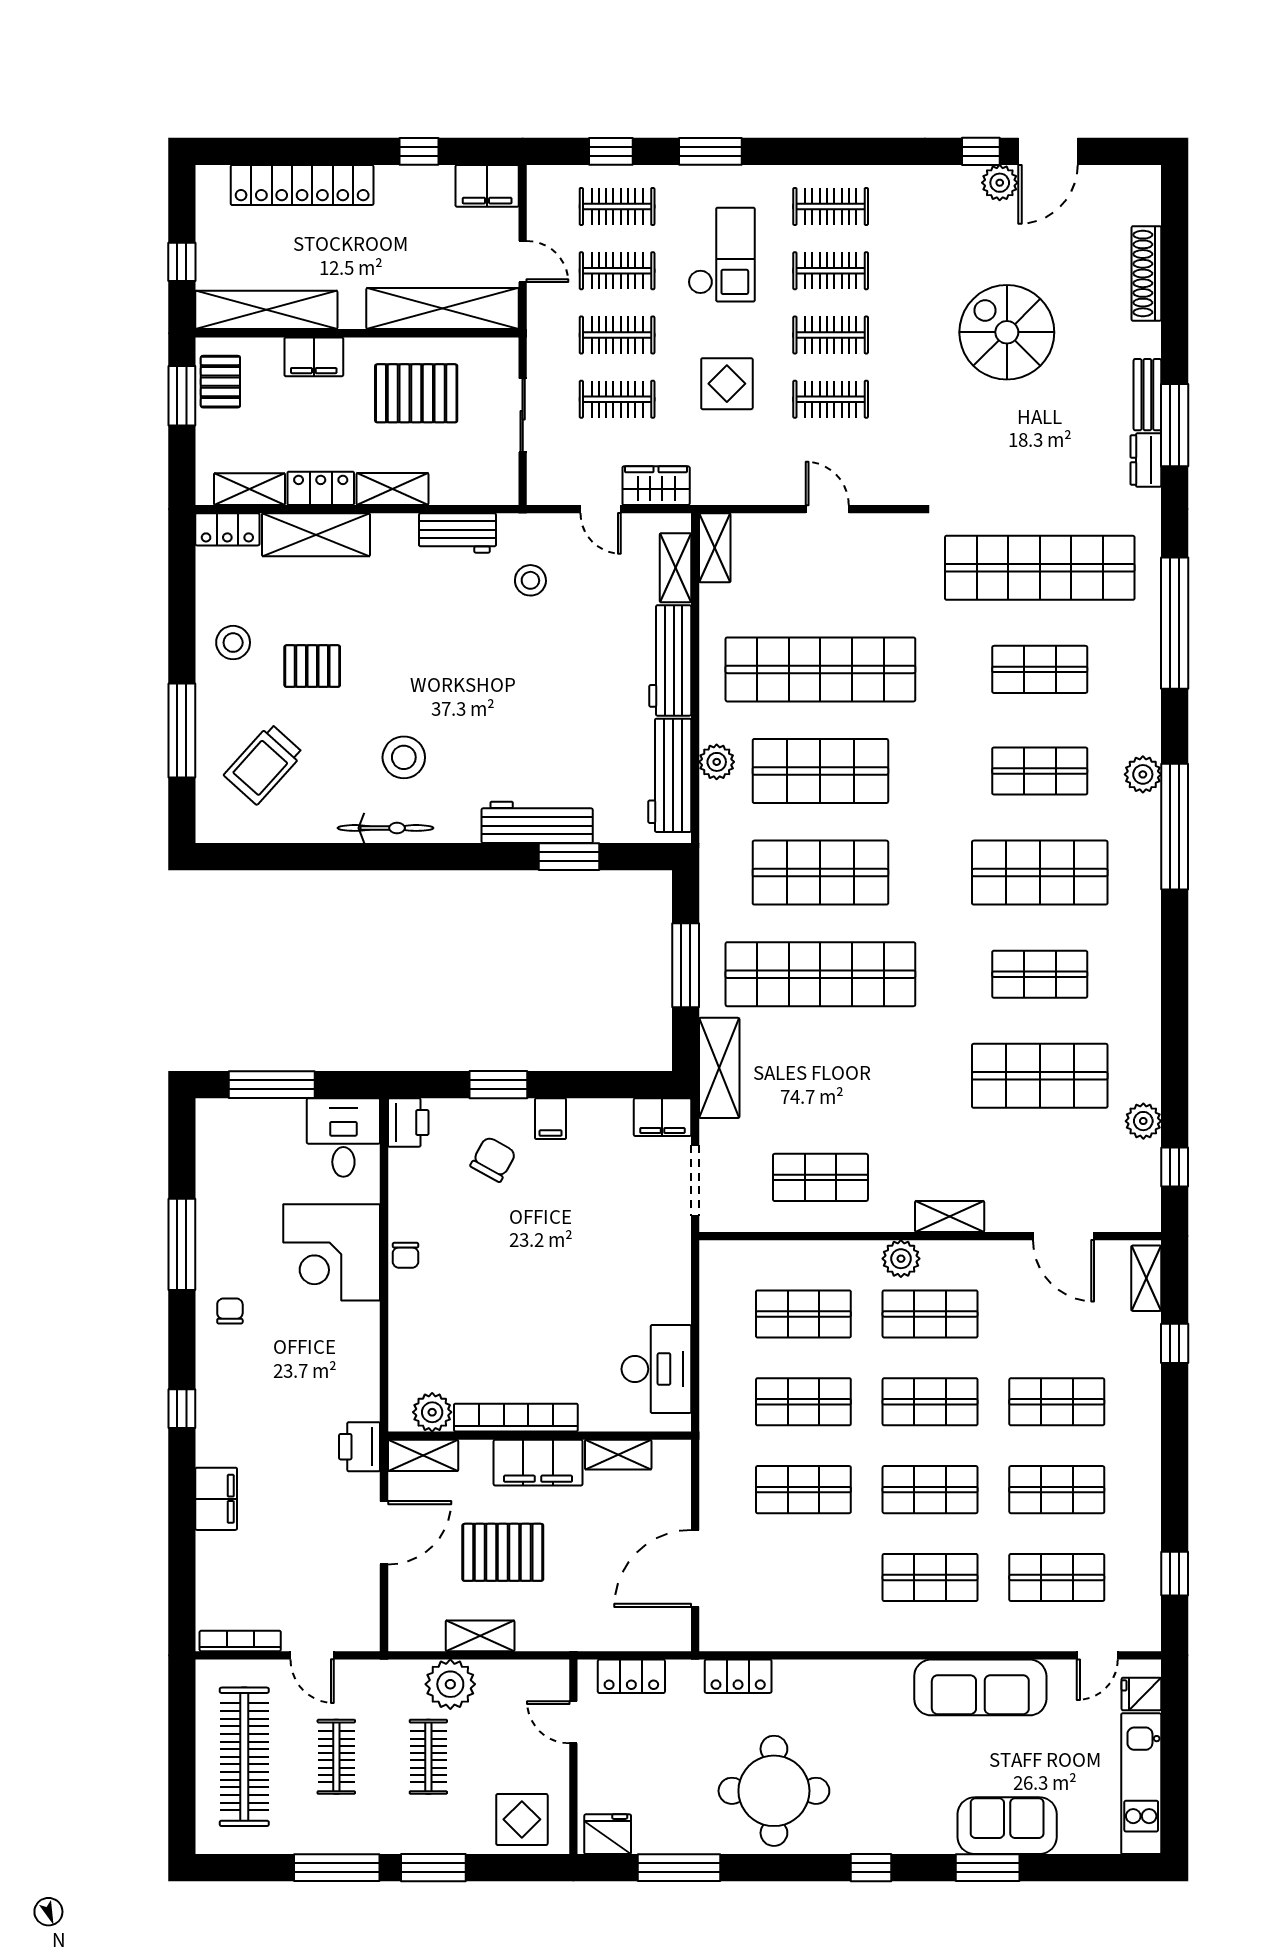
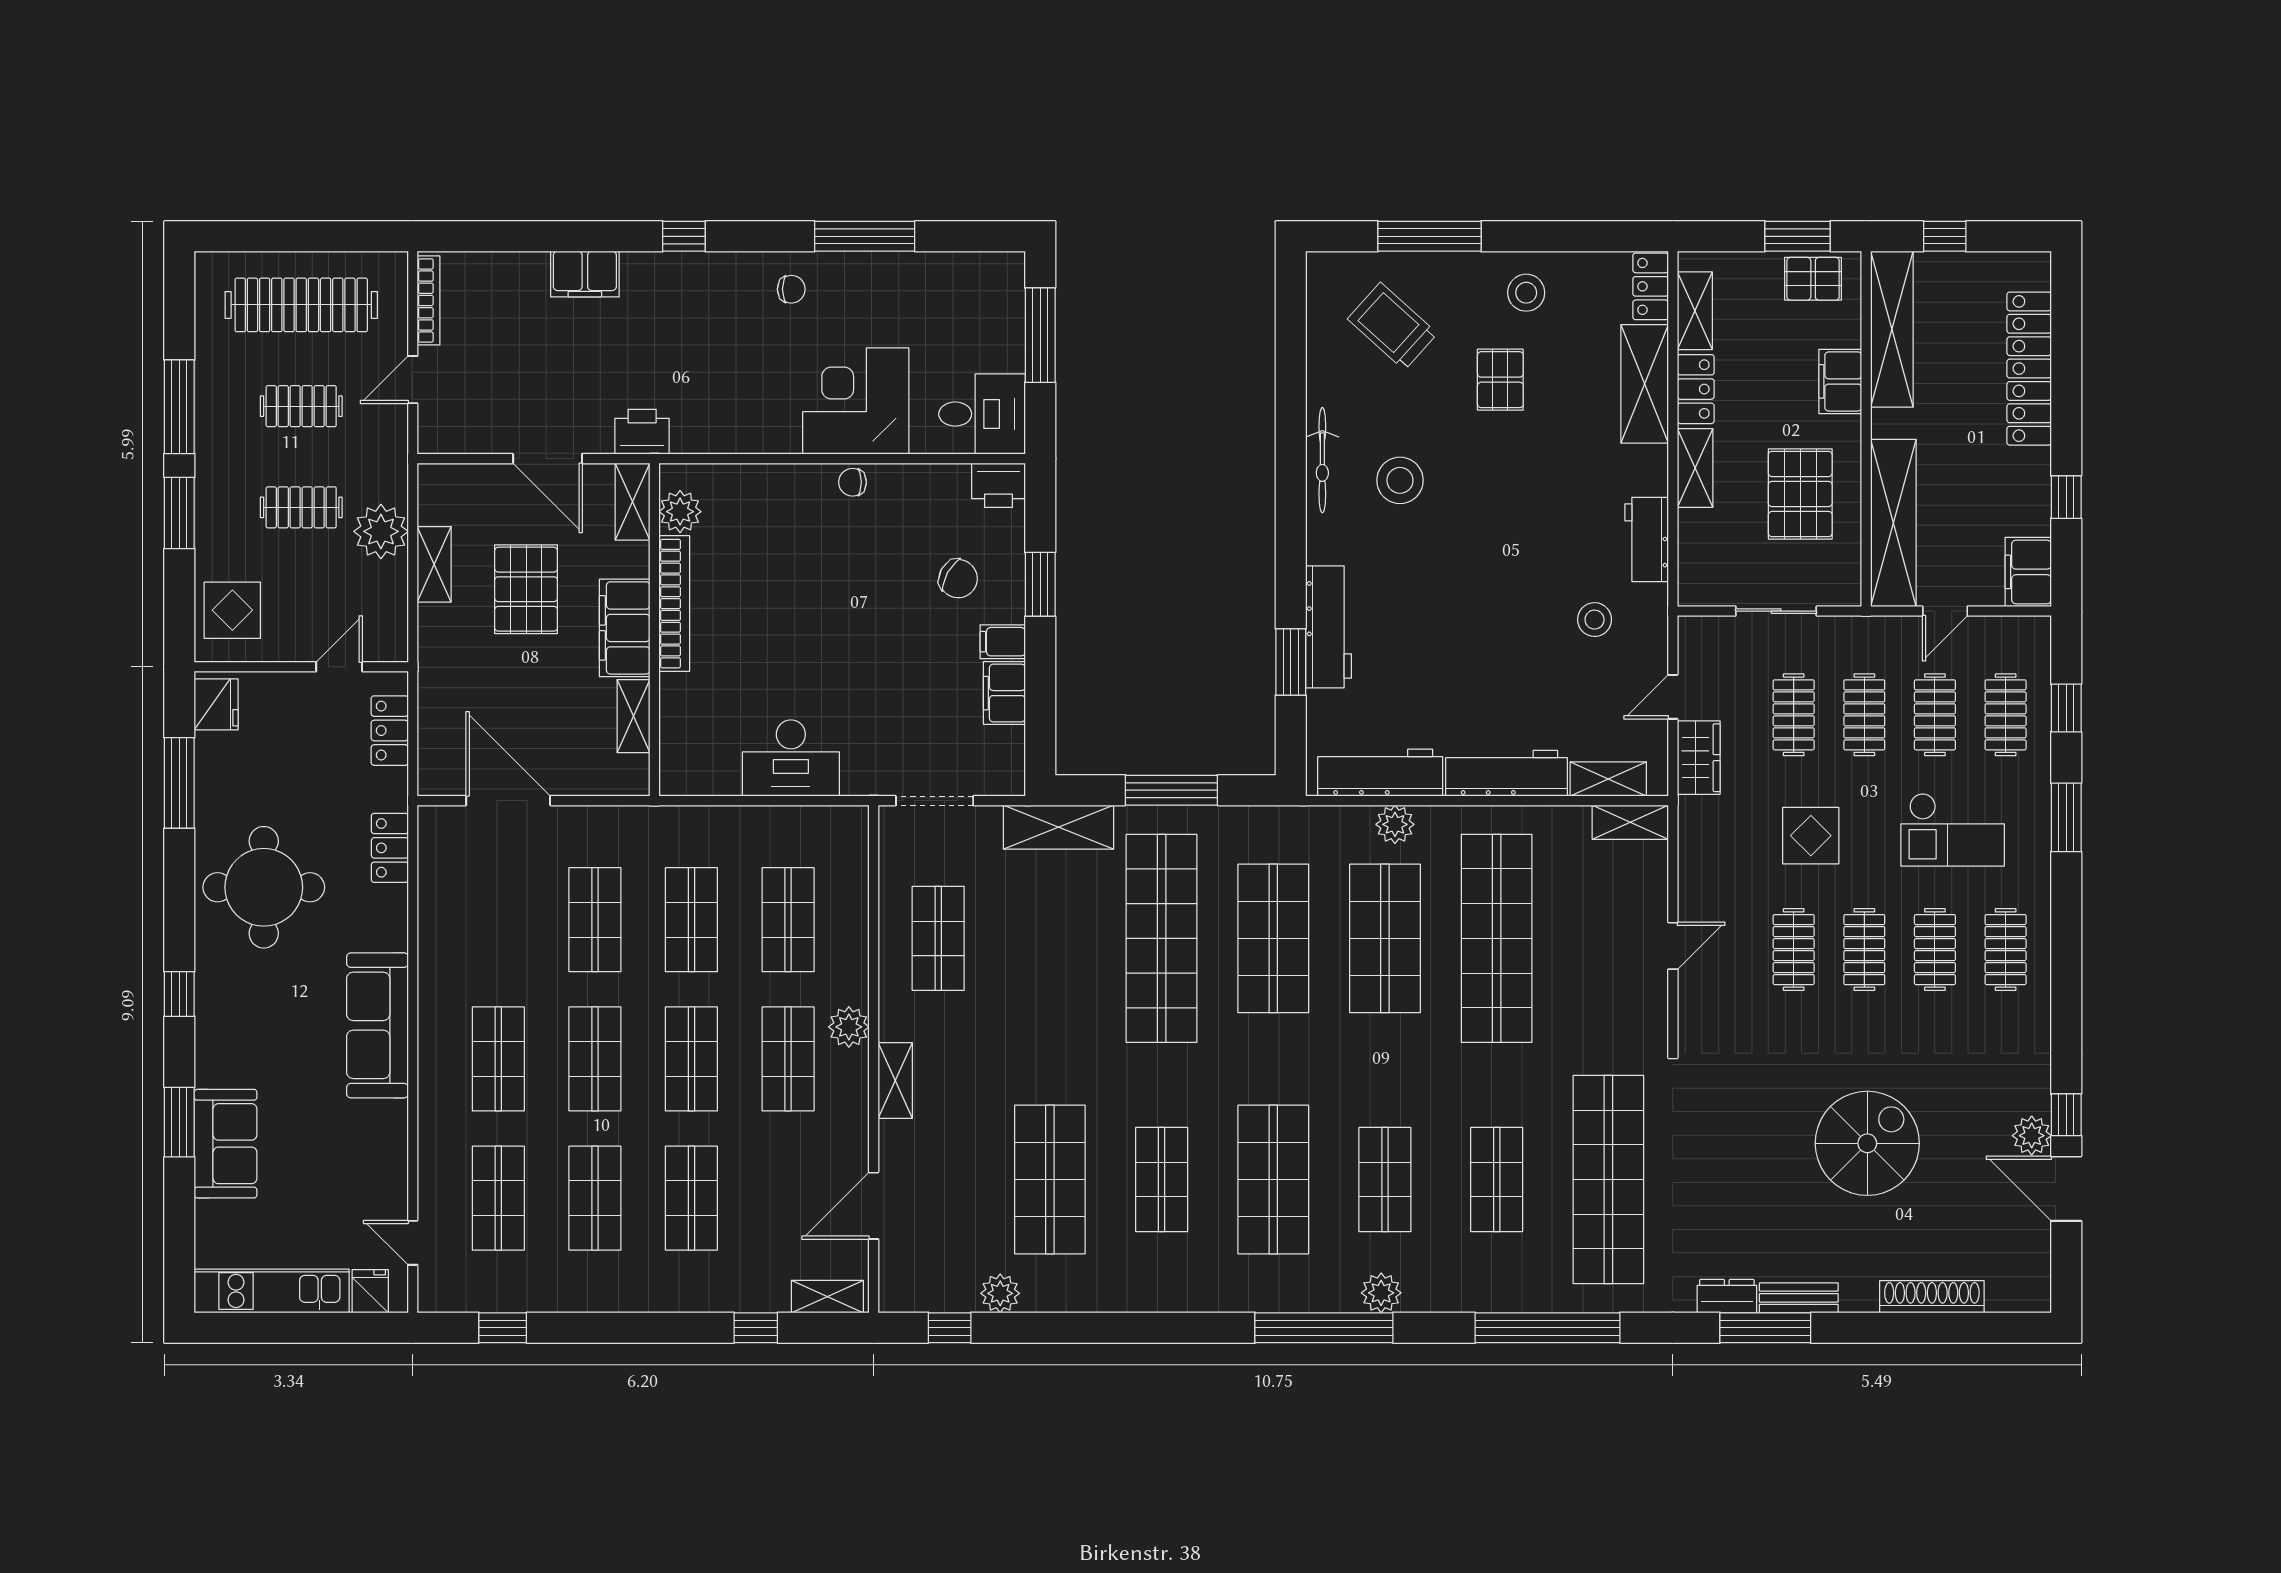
filing cabinet: (662, 1117) -> (1004, 693), moved
desk: (656, 1369) -> (791, 758), moved
sofa: (980, 1687) -> (377, 1025), moved

